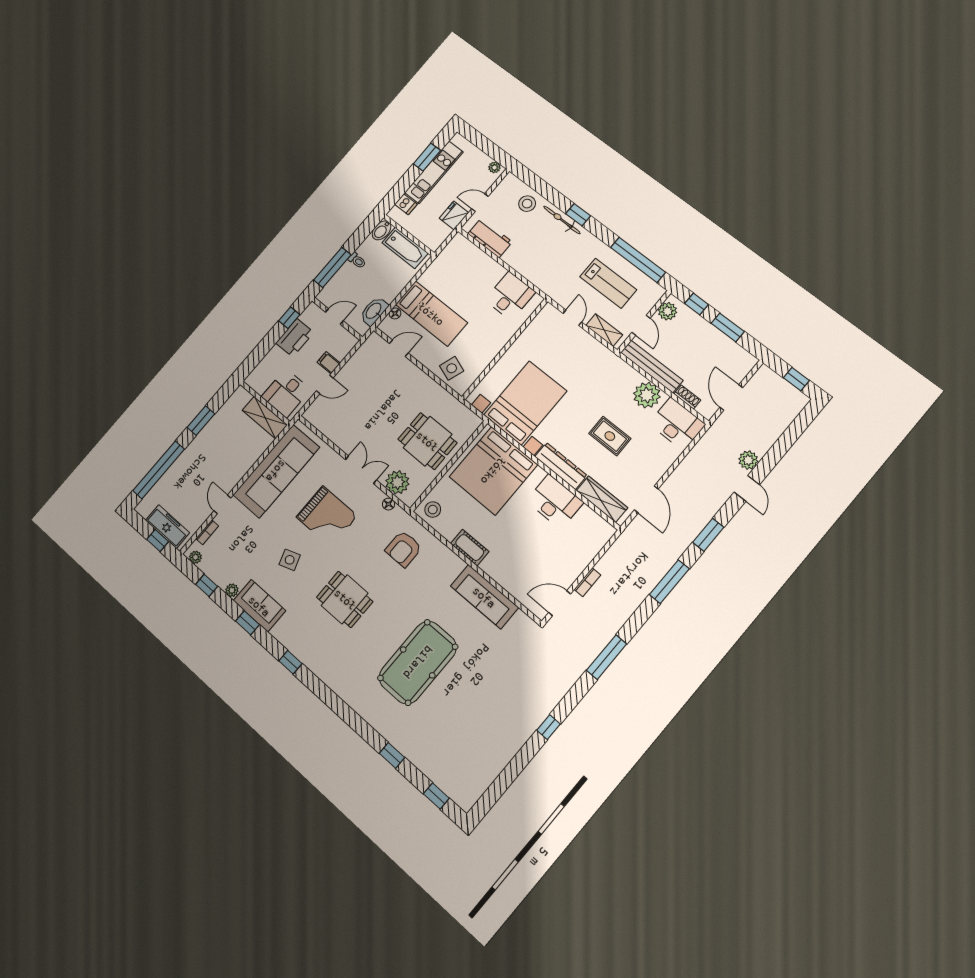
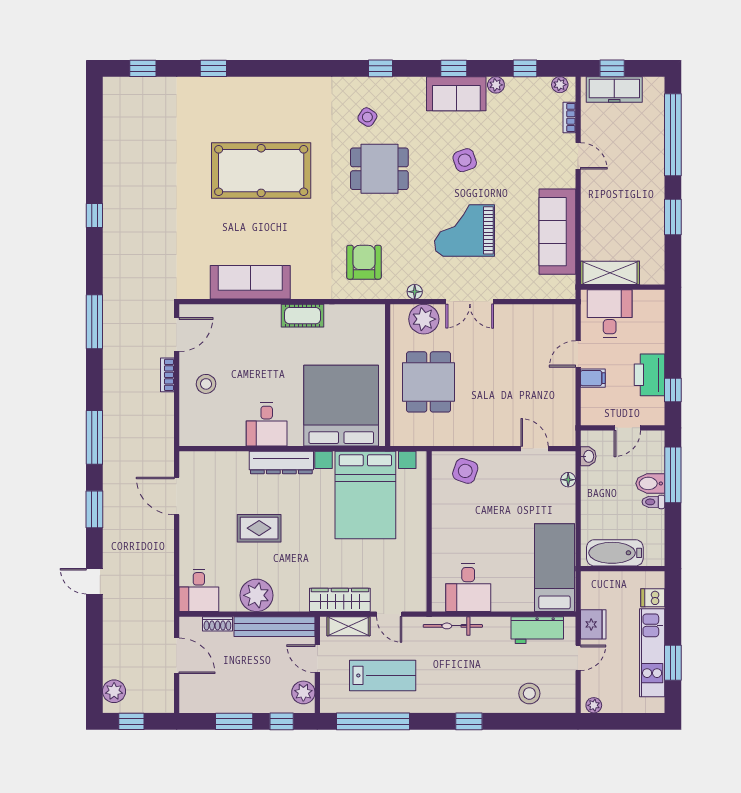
bicycle: (562, 220) -> (453, 626), moved, turned 180
bidet: (382, 230) -> (650, 483), moved, turned -90
lab bench: (608, 283) -> (383, 675), turned 180
washbasin: (374, 311) -> (588, 456), width x0.52, depth x0.69
bed: (431, 314) -> (554, 568), moved, turned 90
door: (399, 348) -> (535, 449), swing flipped
desk: (677, 424) -> (199, 590), width x0.73
dining table: (427, 441) -> (429, 382), turned 90
plant: (748, 460) -> (114, 691), moved
sofa: (276, 471) -> (557, 232), width x0.74, depth x0.79
wardrobe: (602, 499) -> (340, 600), moved, turned 180
desk: (555, 502) -> (267, 424), width x0.73
stool: (433, 510) -> (206, 384), moved
side table: (324, 638) -> (367, 117), added
pool table: (418, 662) -> (261, 171), turned 90

